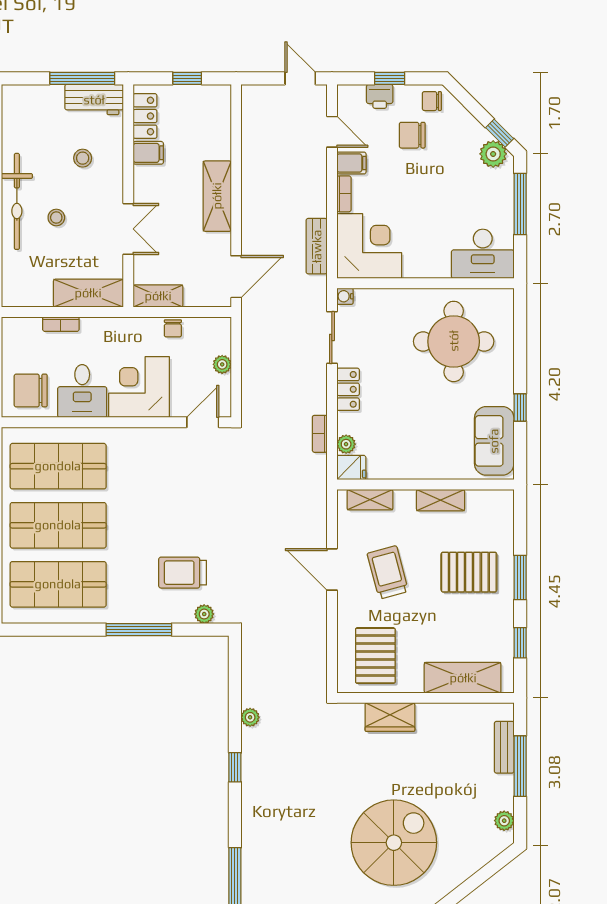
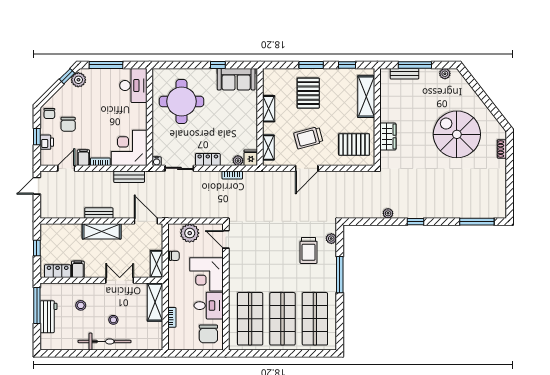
workbench: (94, 100) -> (49, 317), moved
bench: (251, 191) -> (99, 213), added
plant: (222, 364) -> (190, 233), width x1.88, depth x1.88

